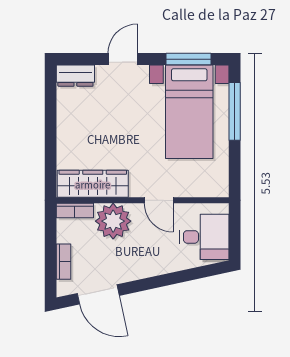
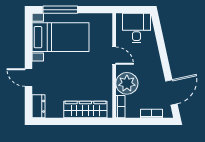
window: (189, 59) -> (28, 38), removed
wardrobe: (93, 184) -> (85, 109), moved, turned 90
door: (159, 200) -> (114, 56), hinge flipped

